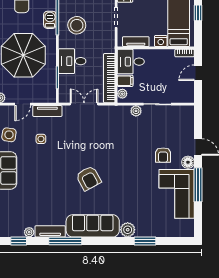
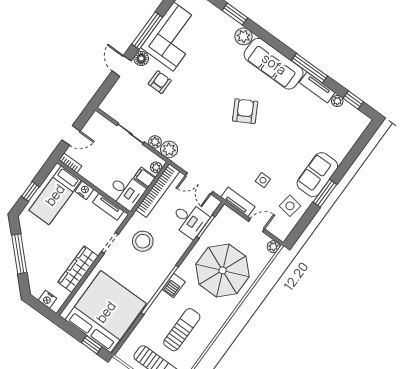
stool: (77, 25) -> (143, 241), moved
desk: (72, 61) -> (190, 220), moved
plant: (122, 113) -> (169, 149), added

